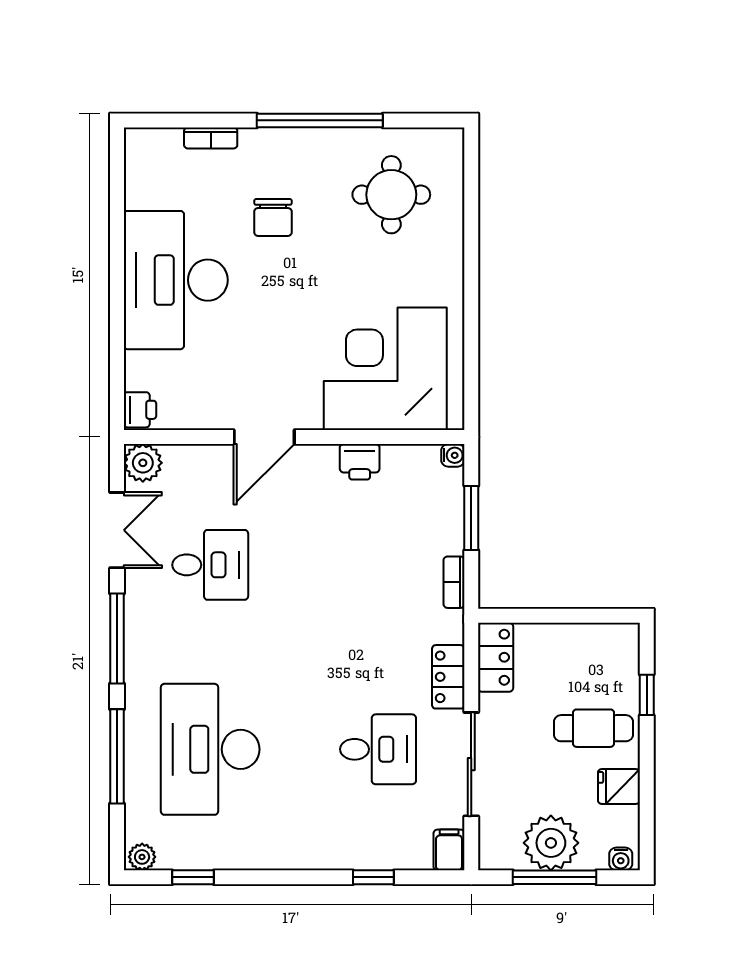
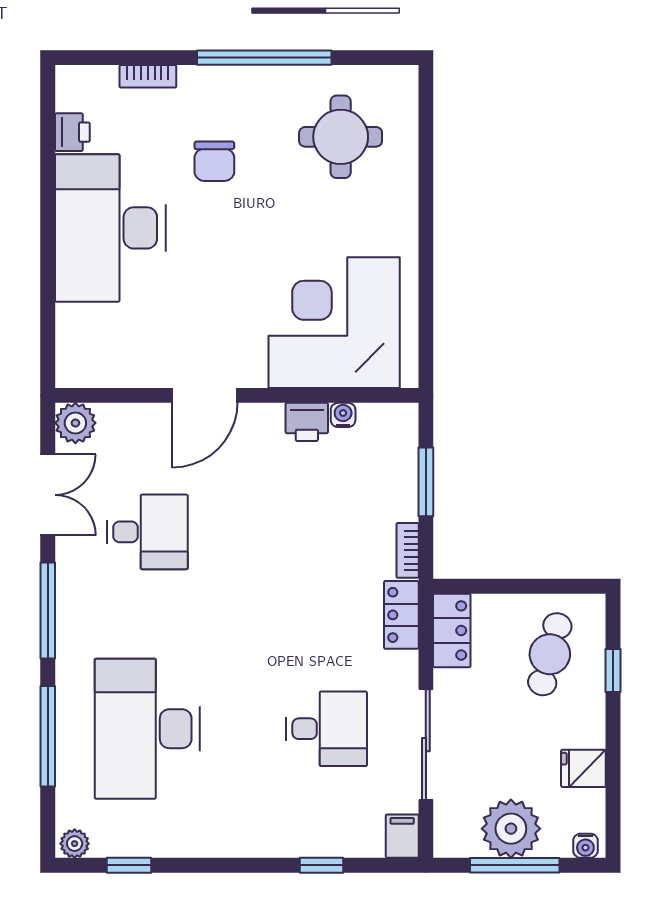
printer: (140, 410) -> (72, 132), moved
water cooler: (453, 455) -> (343, 415), moved, turned -90
locker: (448, 677) -> (401, 615), moved
cafe table: (593, 728) -> (550, 654), moved, turned -75

